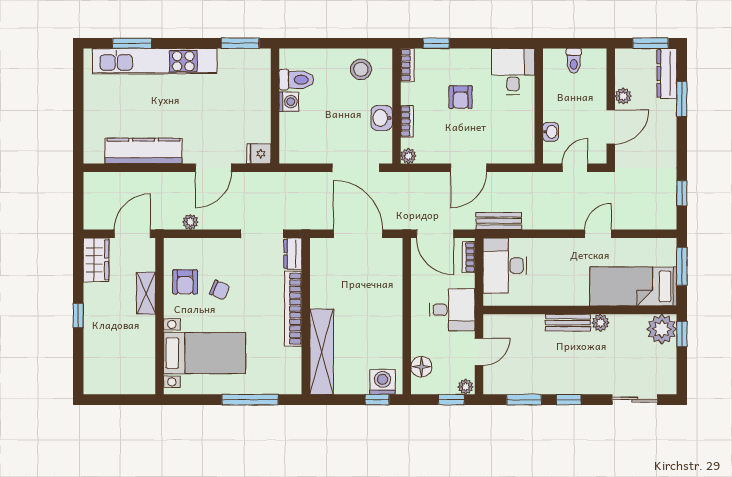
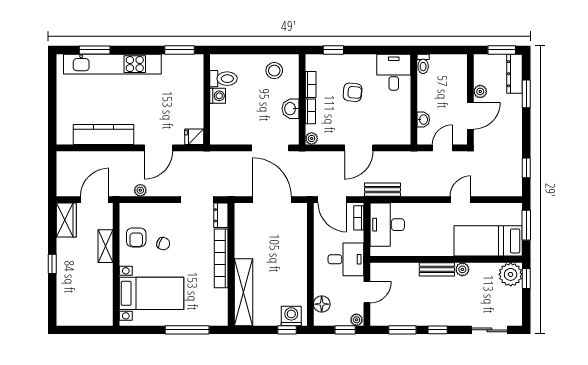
toilet: (574, 61) -> (423, 64), moved
bookcase: (407, 65) -> (311, 84), moved
armchair: (461, 97) -> (353, 92), turned -85

